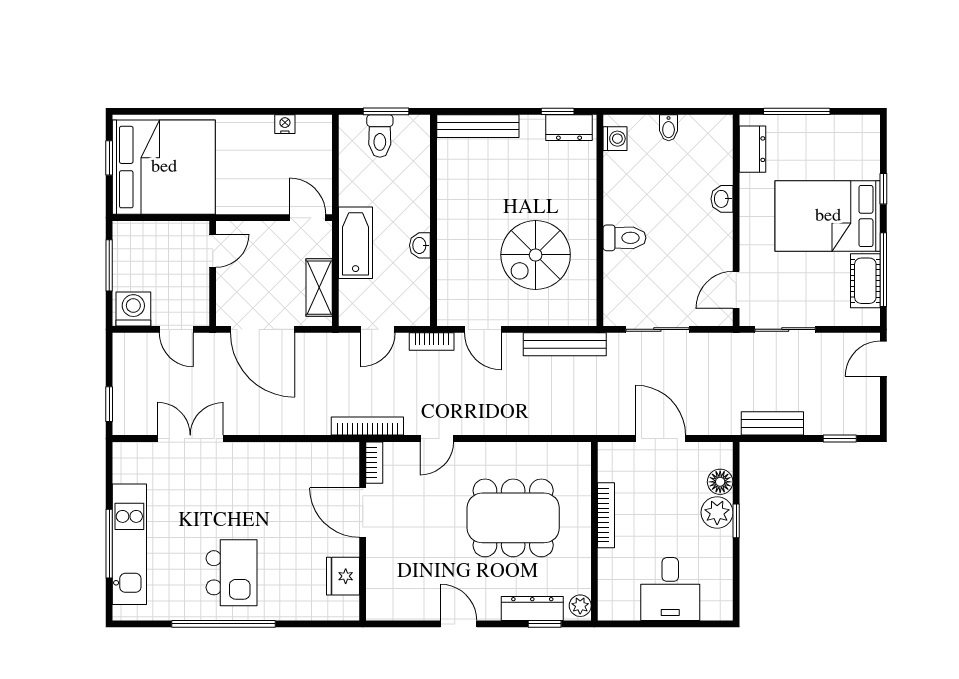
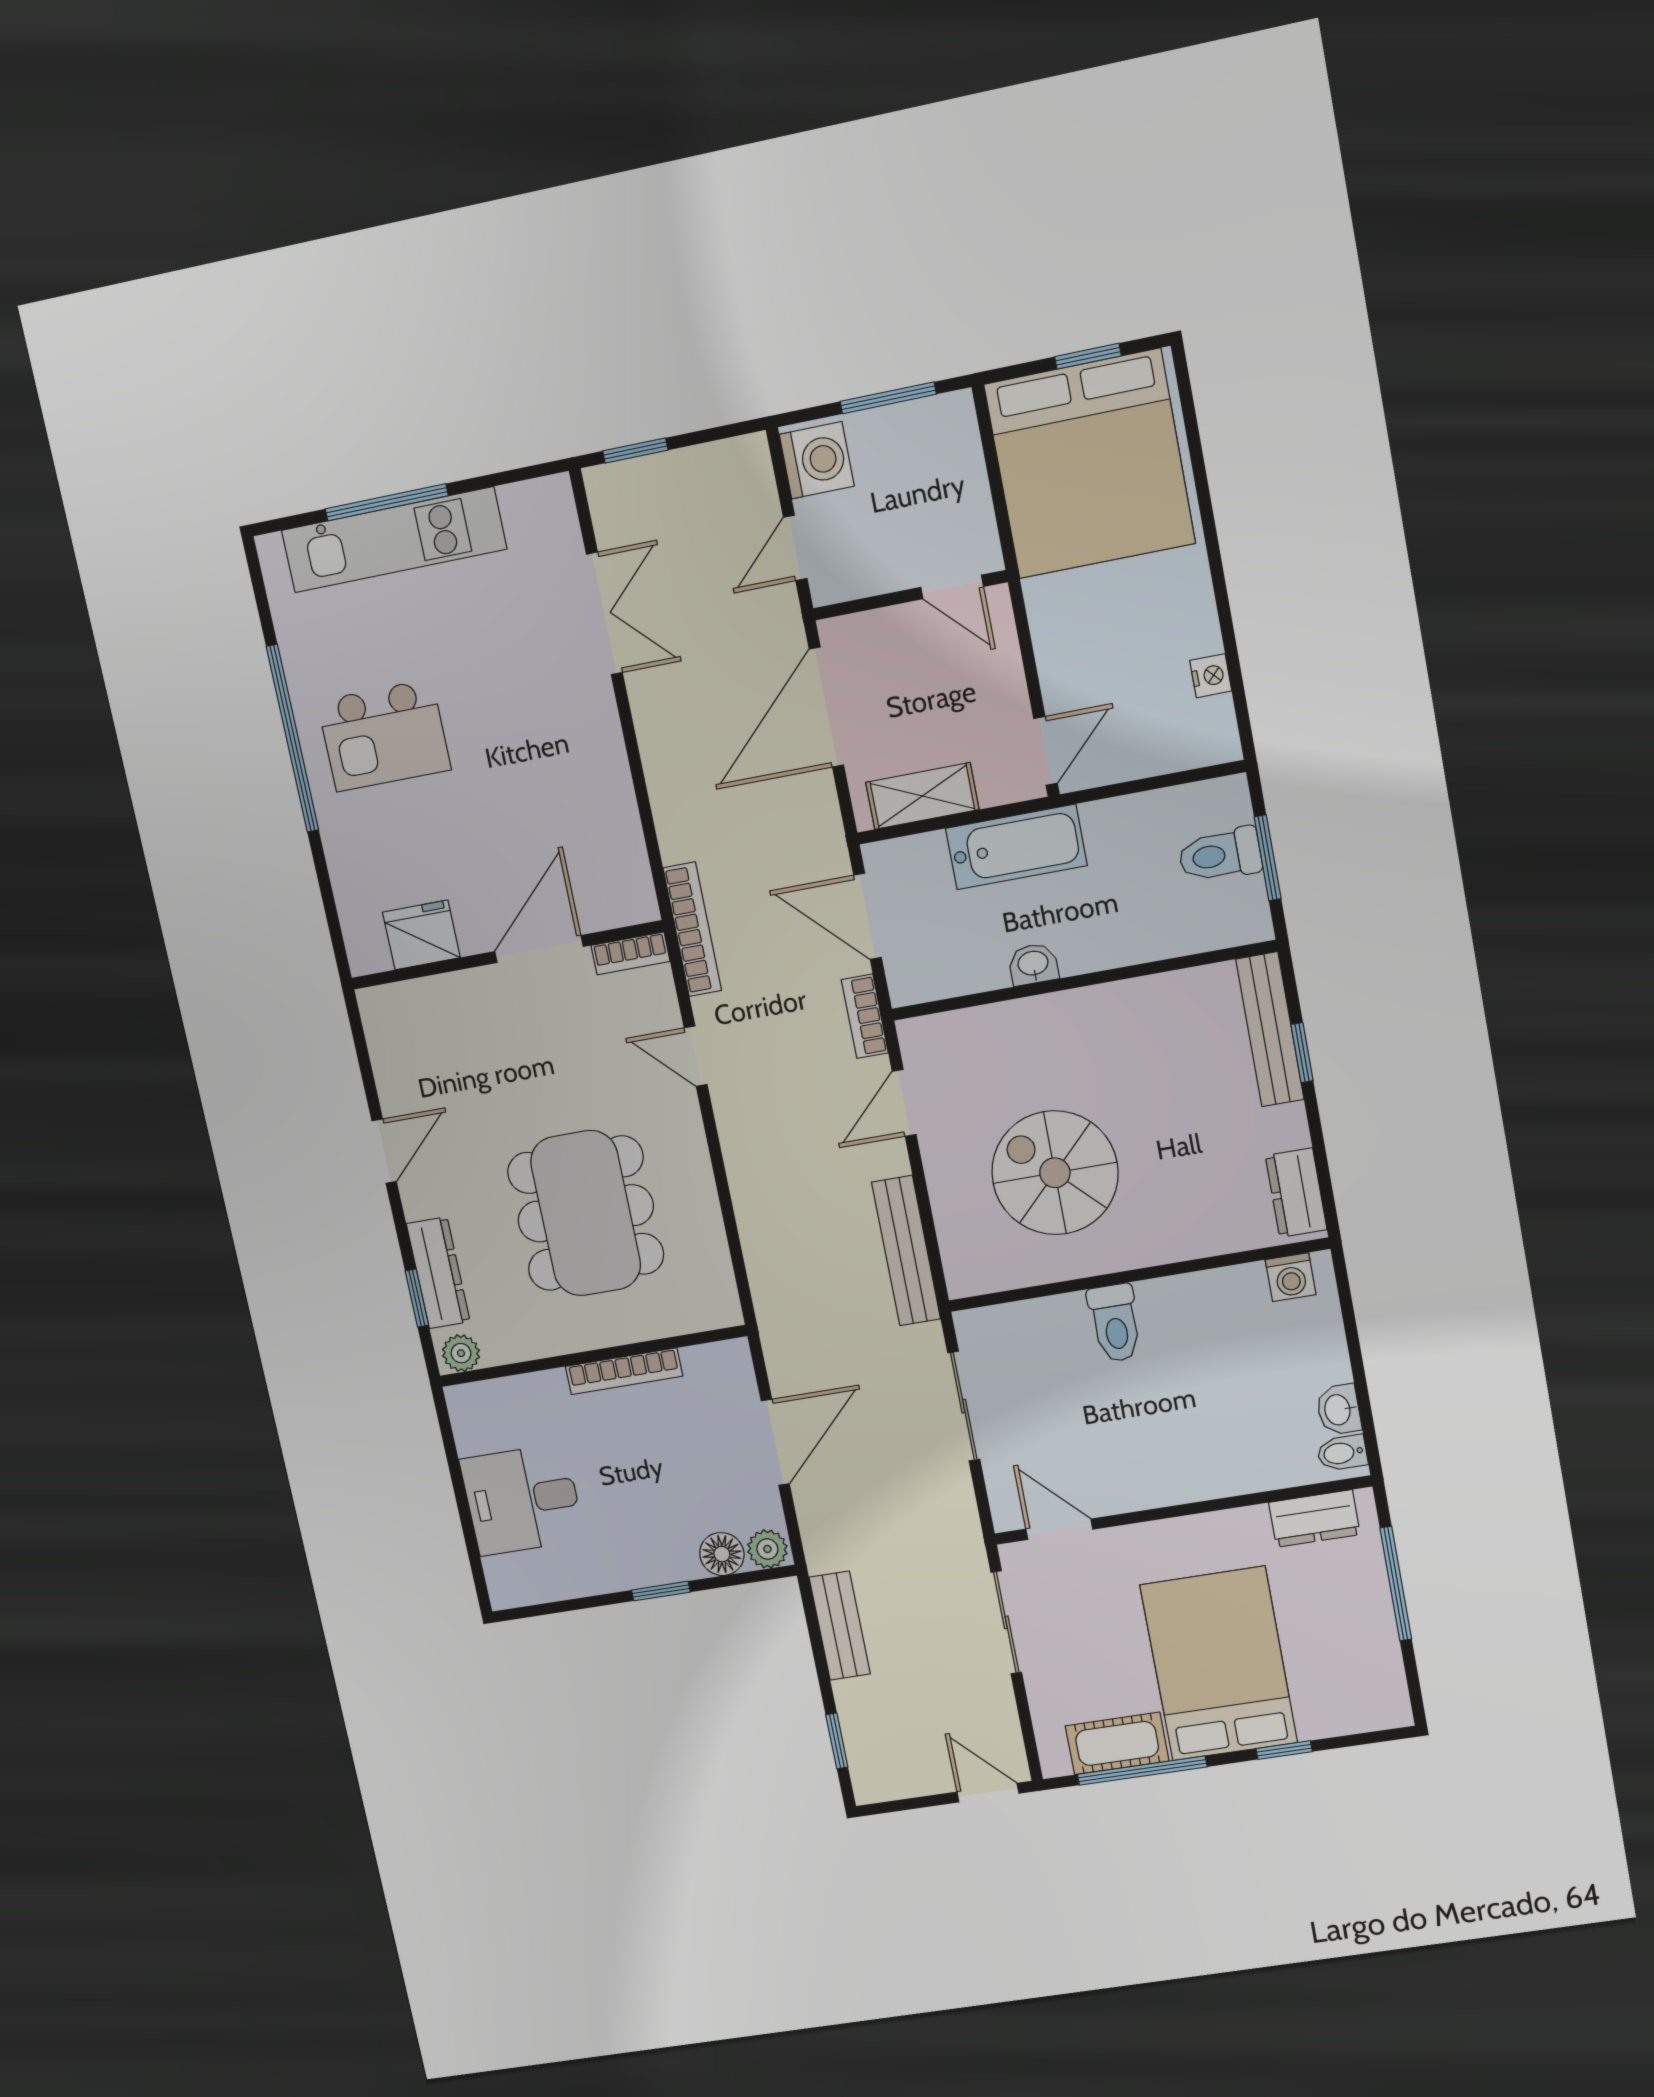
window: (558, 111) -> (1302, 1053), moved
bidet: (669, 128) -> (1342, 1453), moved
washbasin: (722, 199) -> (1339, 1410), moved, turned -90
door: (378, 329) -> (868, 916), width x1.38
plant: (717, 512) -> (767, 1549), moved, width x0.73, depth x0.73

